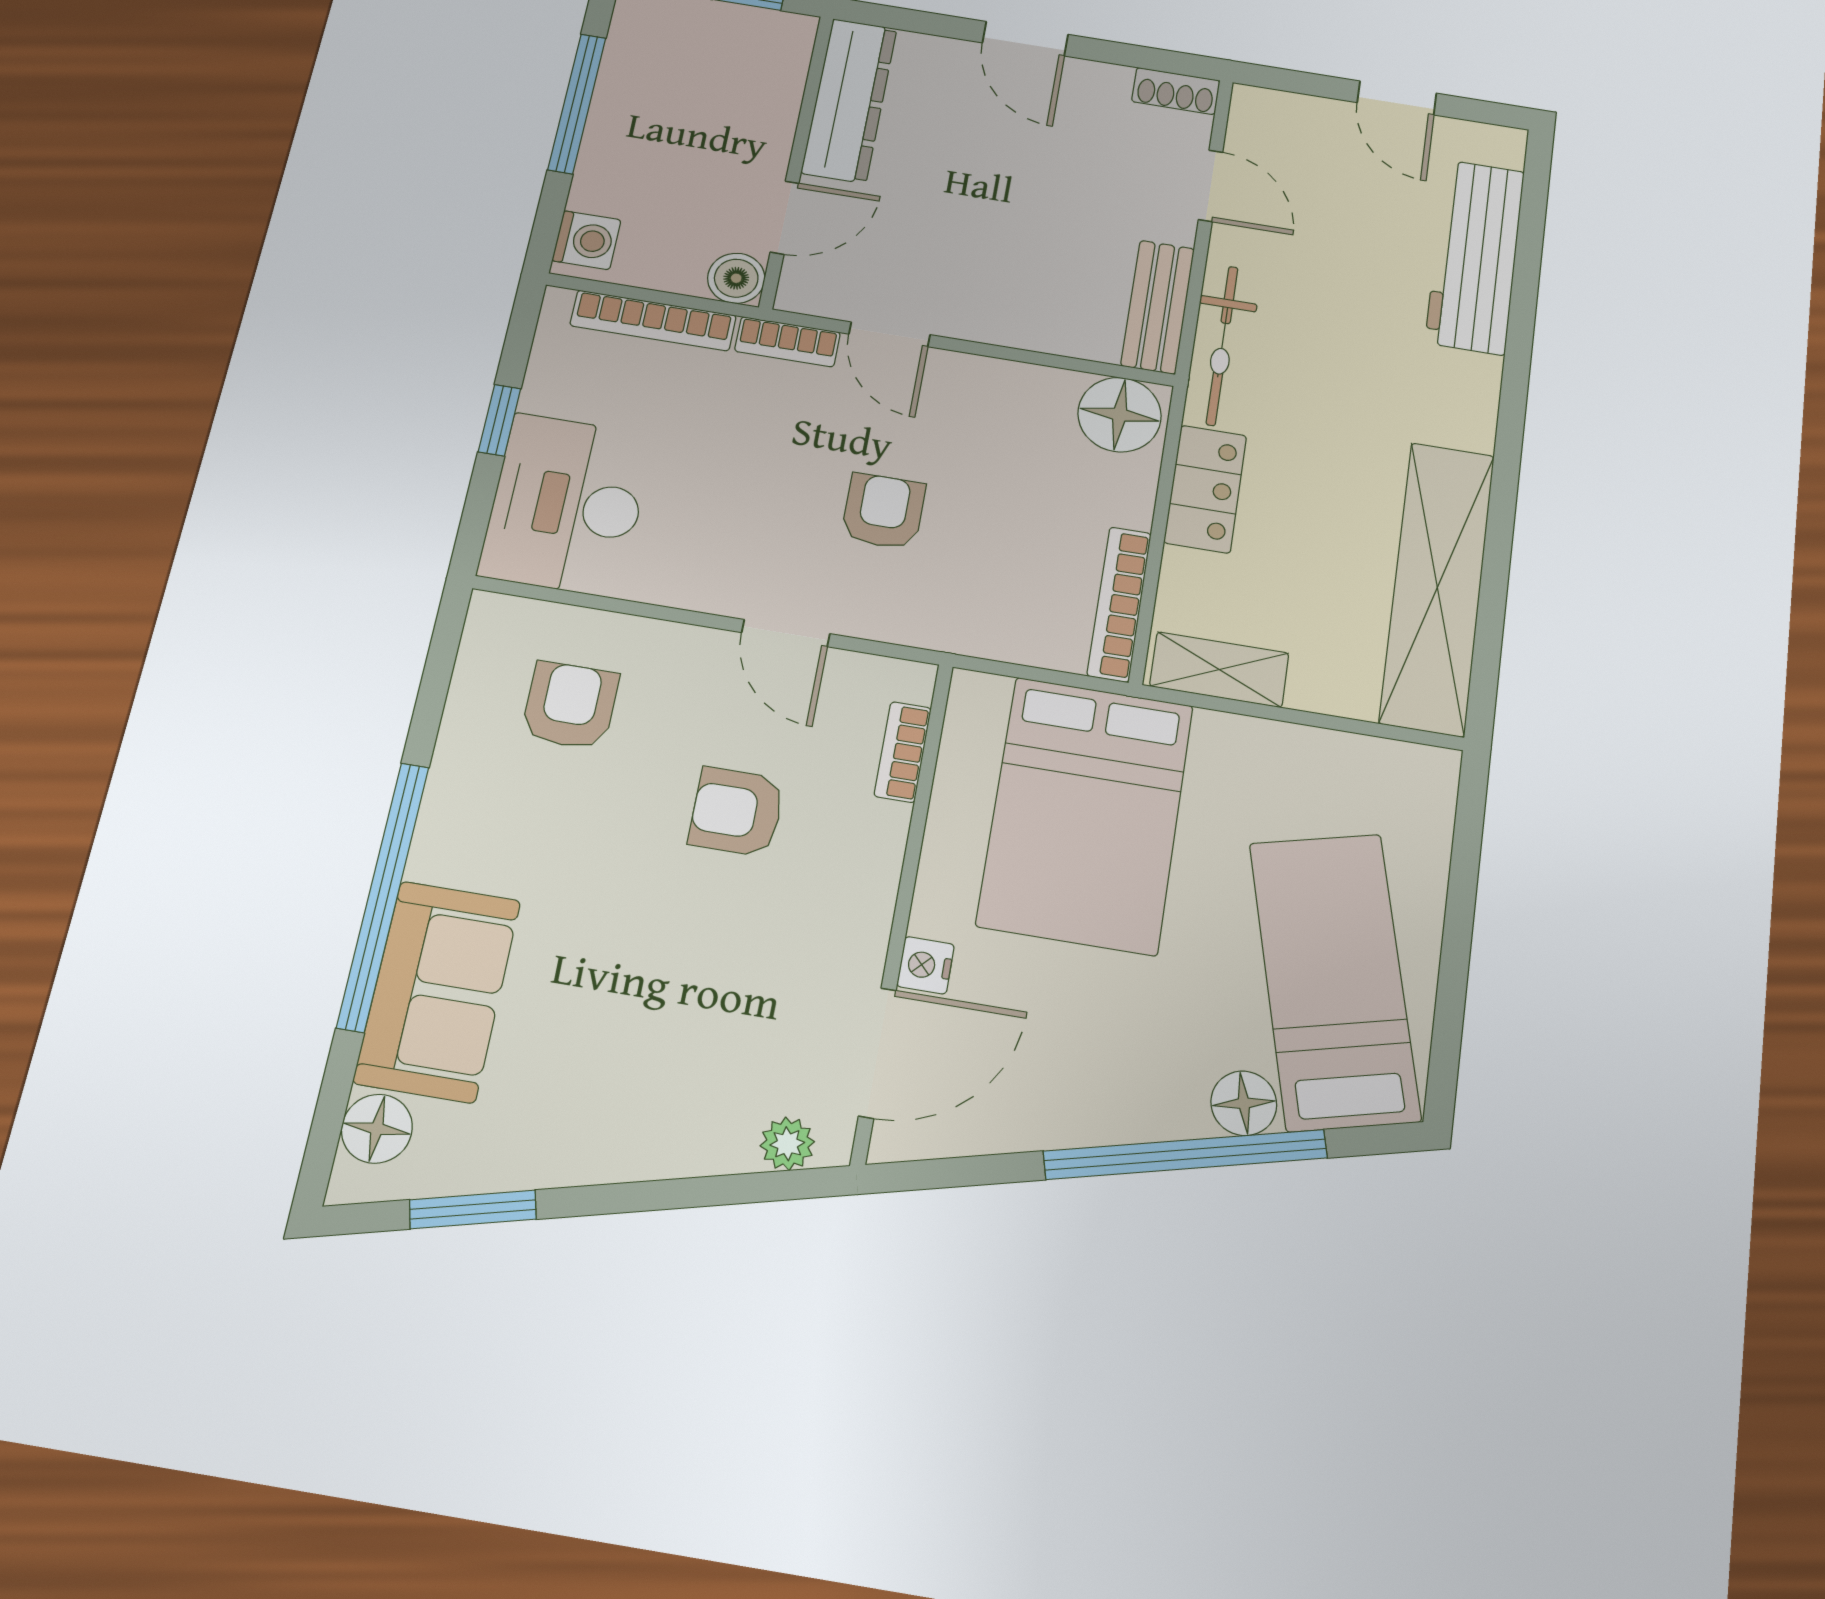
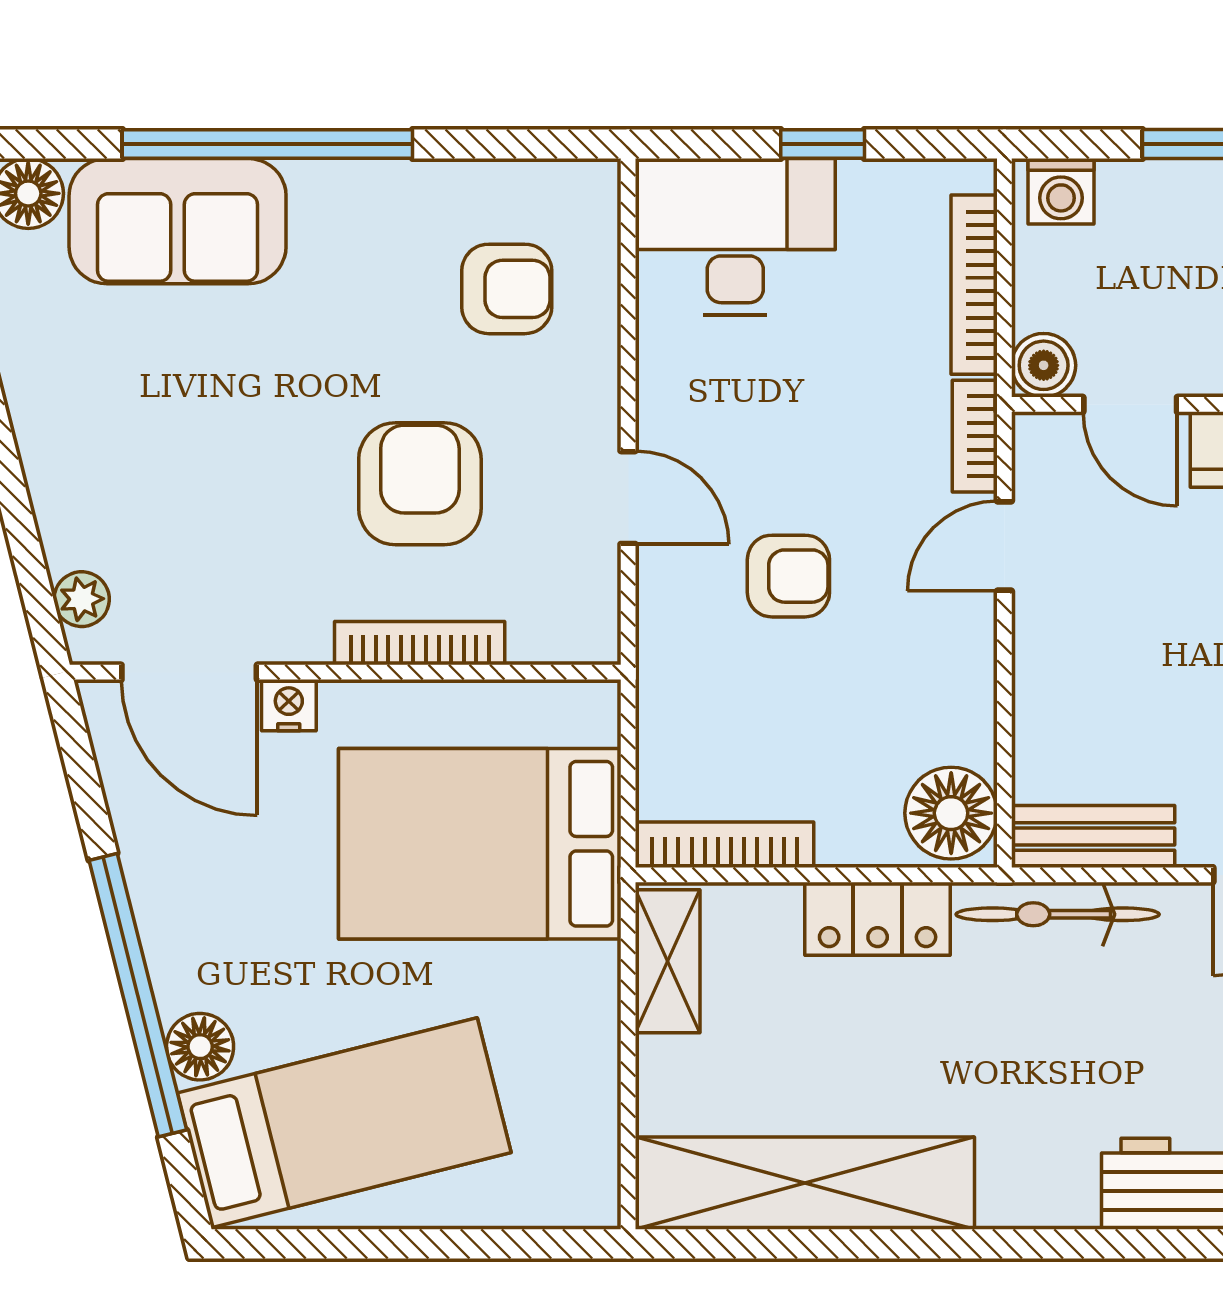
door: (786, 633) -> (628, 498), swing flipped
bookcase: (903, 752) -> (420, 643), moved, width x1.56
armchair: (737, 812) -> (420, 484), width x1.38, depth x1.38

